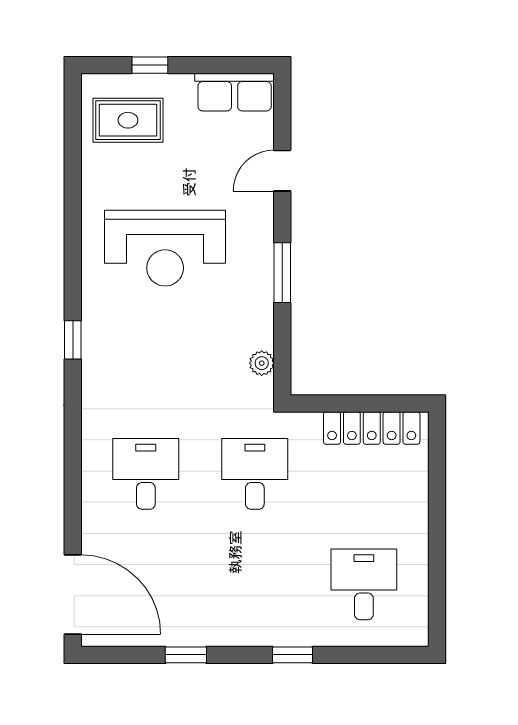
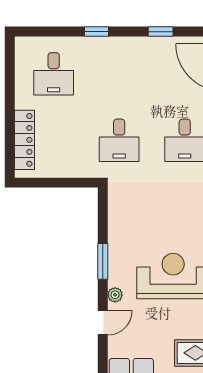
plant: (262, 363) -> (115, 295), moved
locker: (372, 428) -> (24, 140), moved, turned 90

